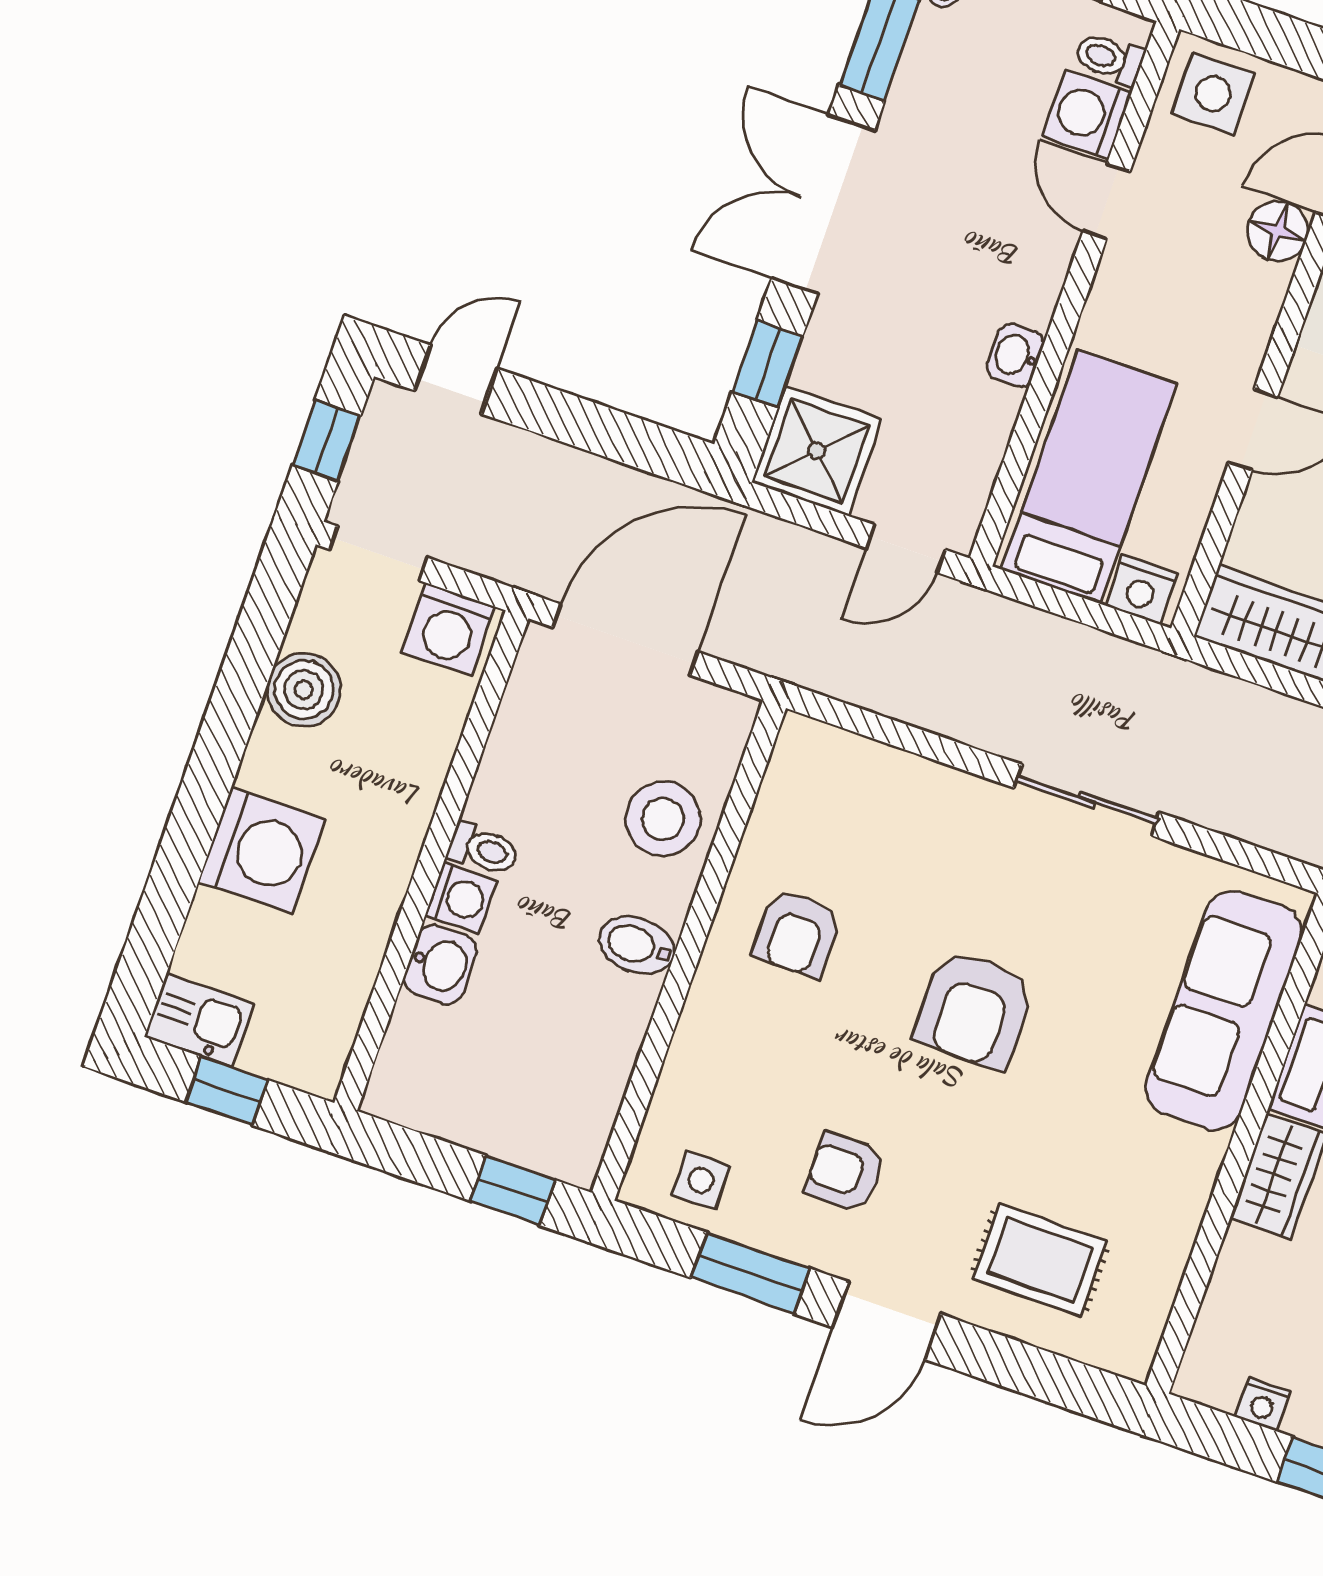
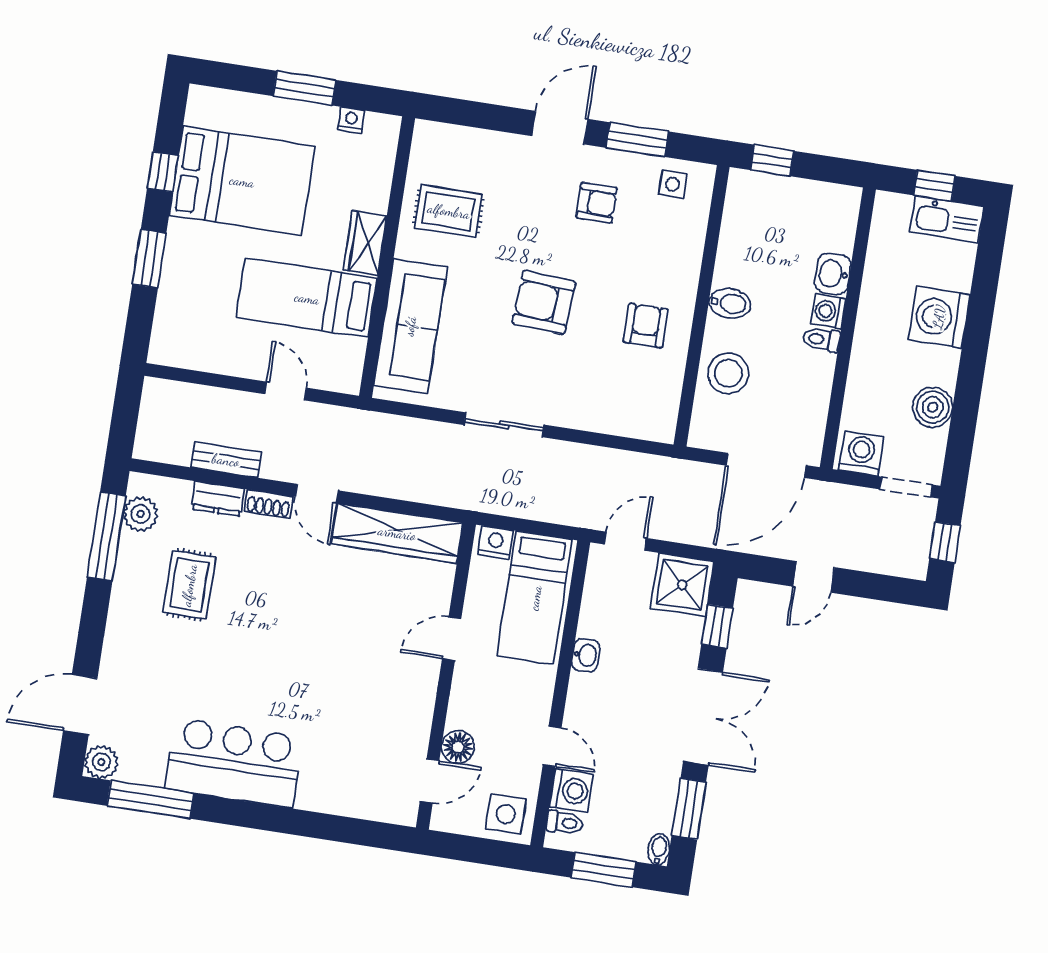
door: (456, 380) -> (814, 577), moved
armchair: (974, 1009) -> (544, 302), turned -86
kitchen sink: (199, 1020) -> (947, 219), width x1.38
rug: (1040, 1260) -> (449, 211), moved

